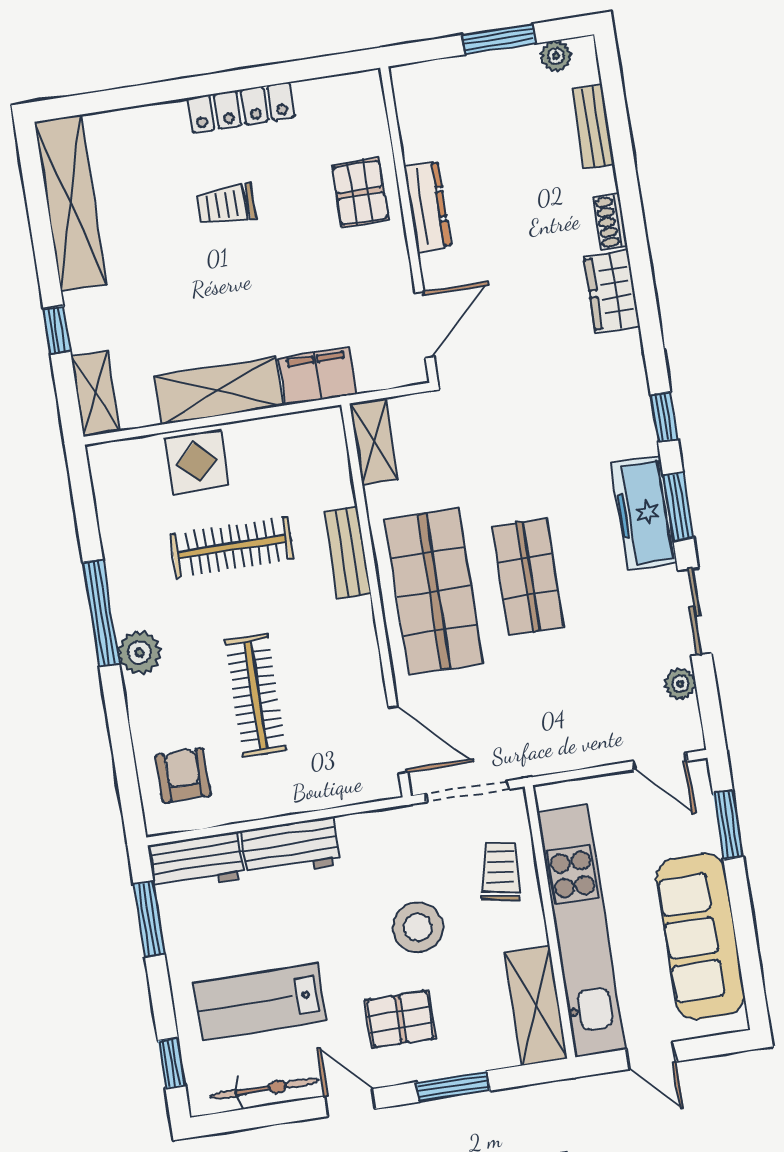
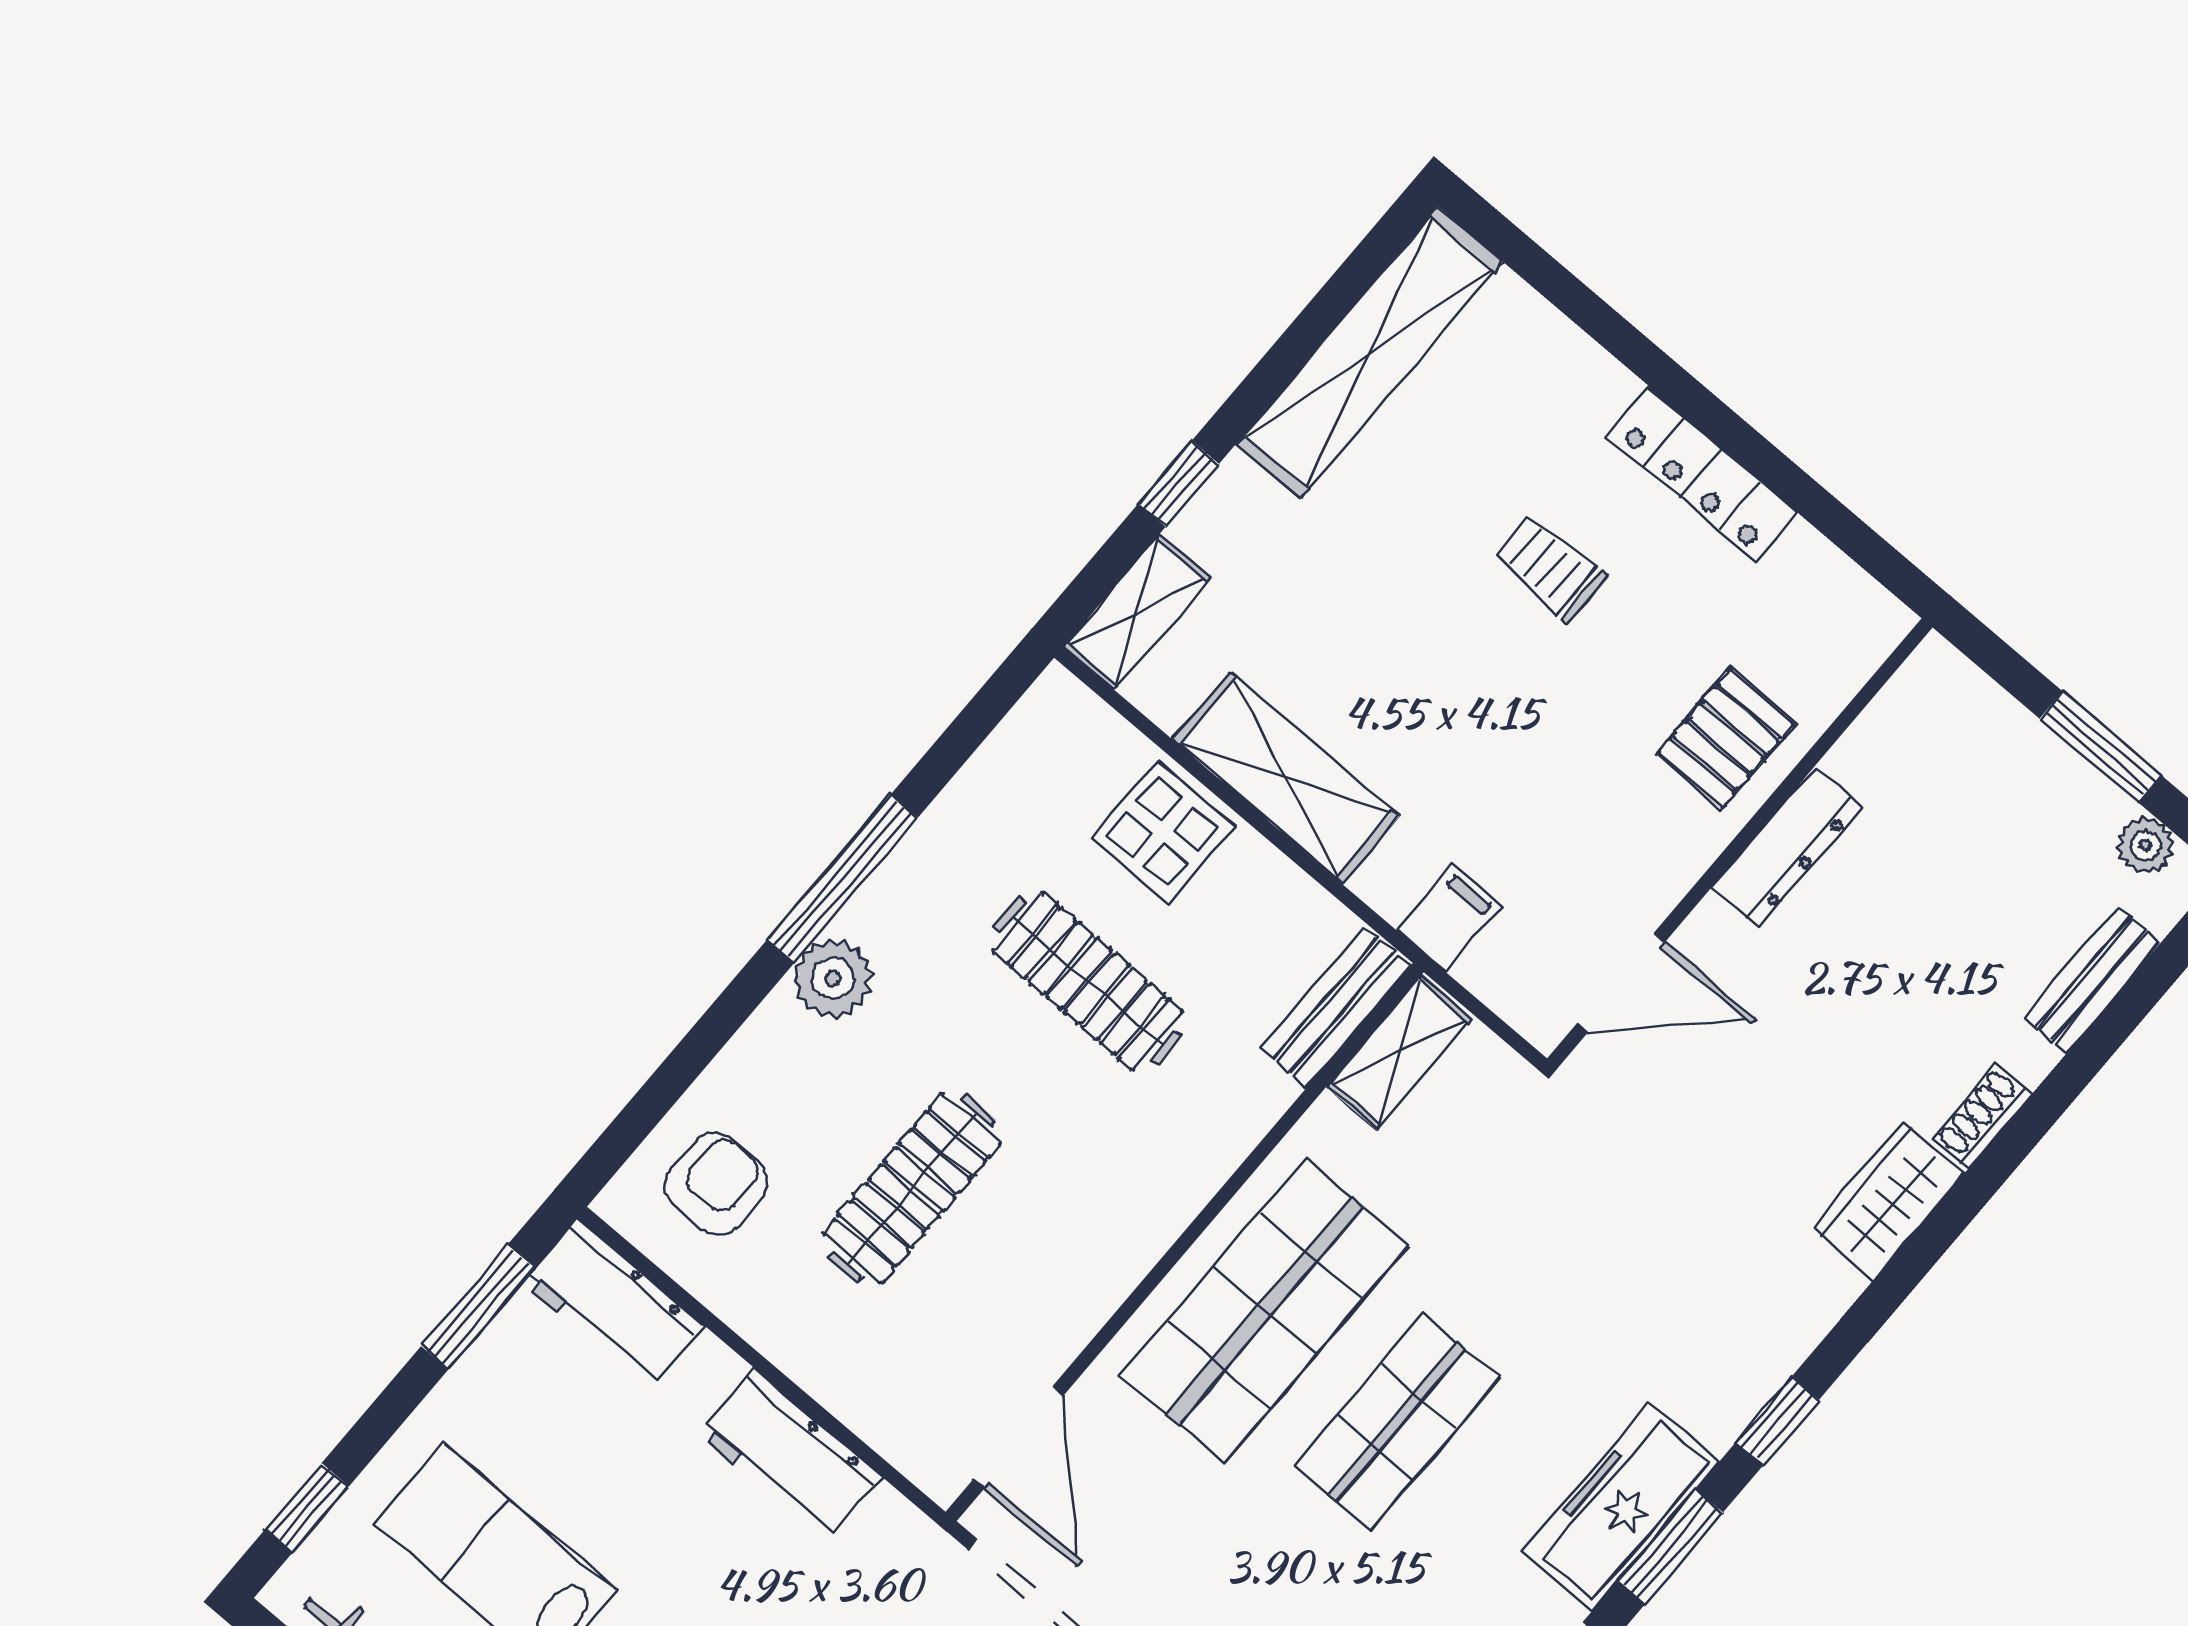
filing cabinet: (318, 376) -> (1449, 918), width x0.50
bench: (348, 553) -> (1335, 1007), moved
workbench: (291, 847) -> (789, 1455), moved

